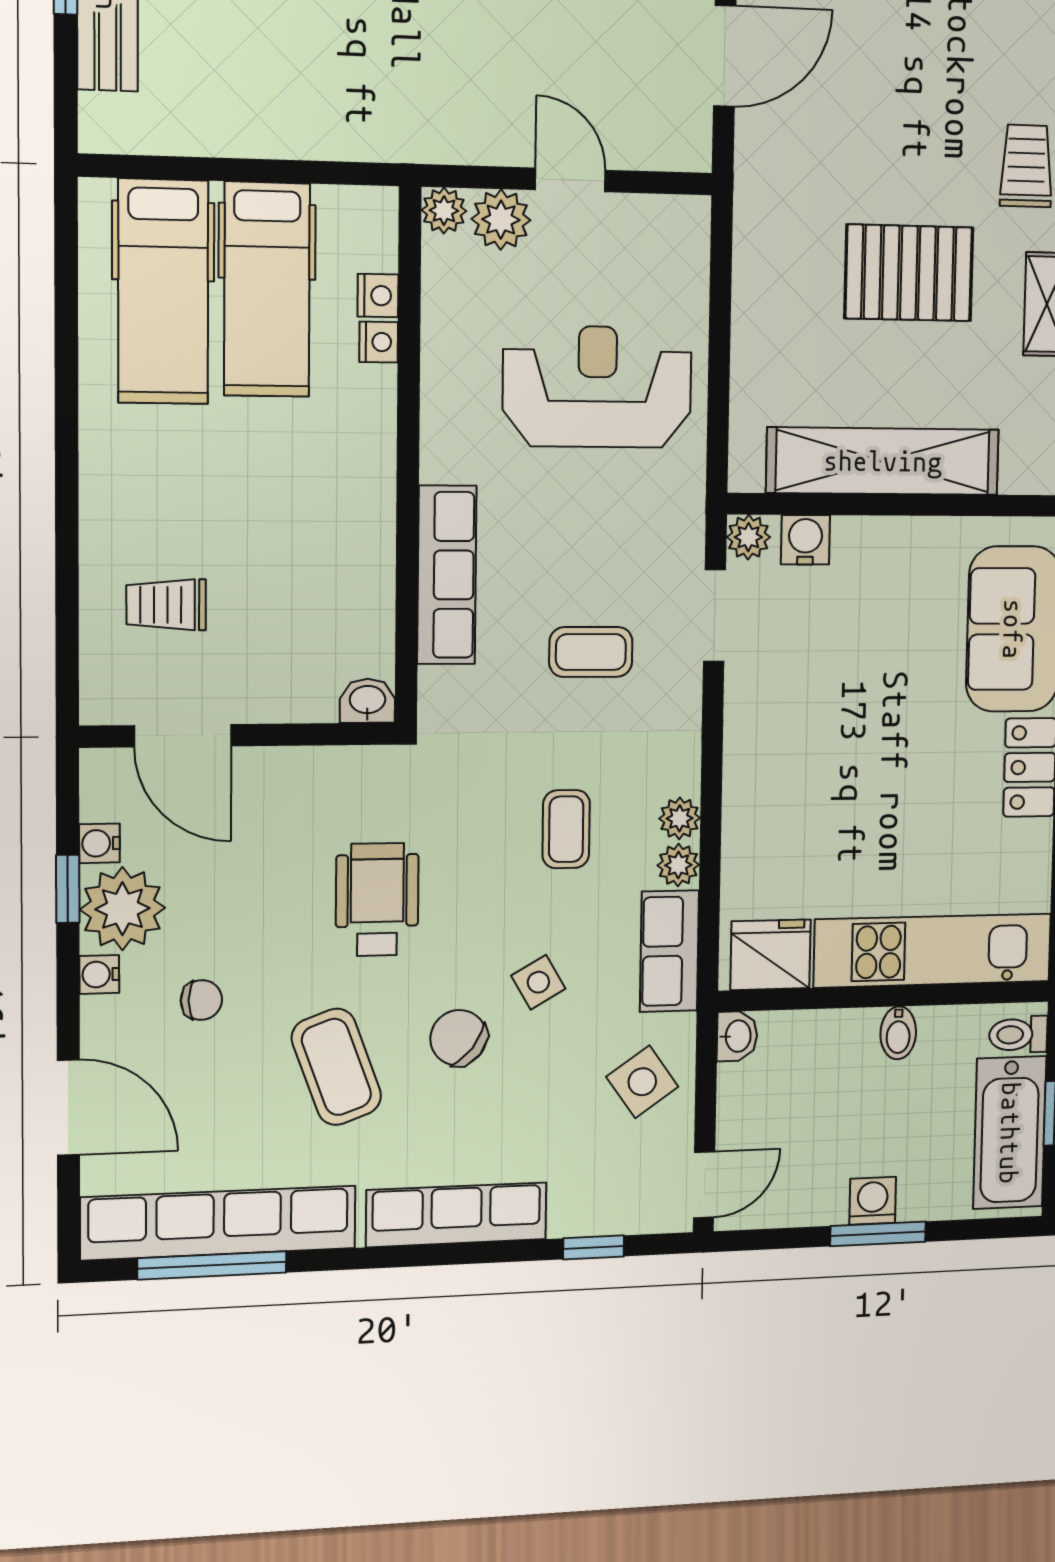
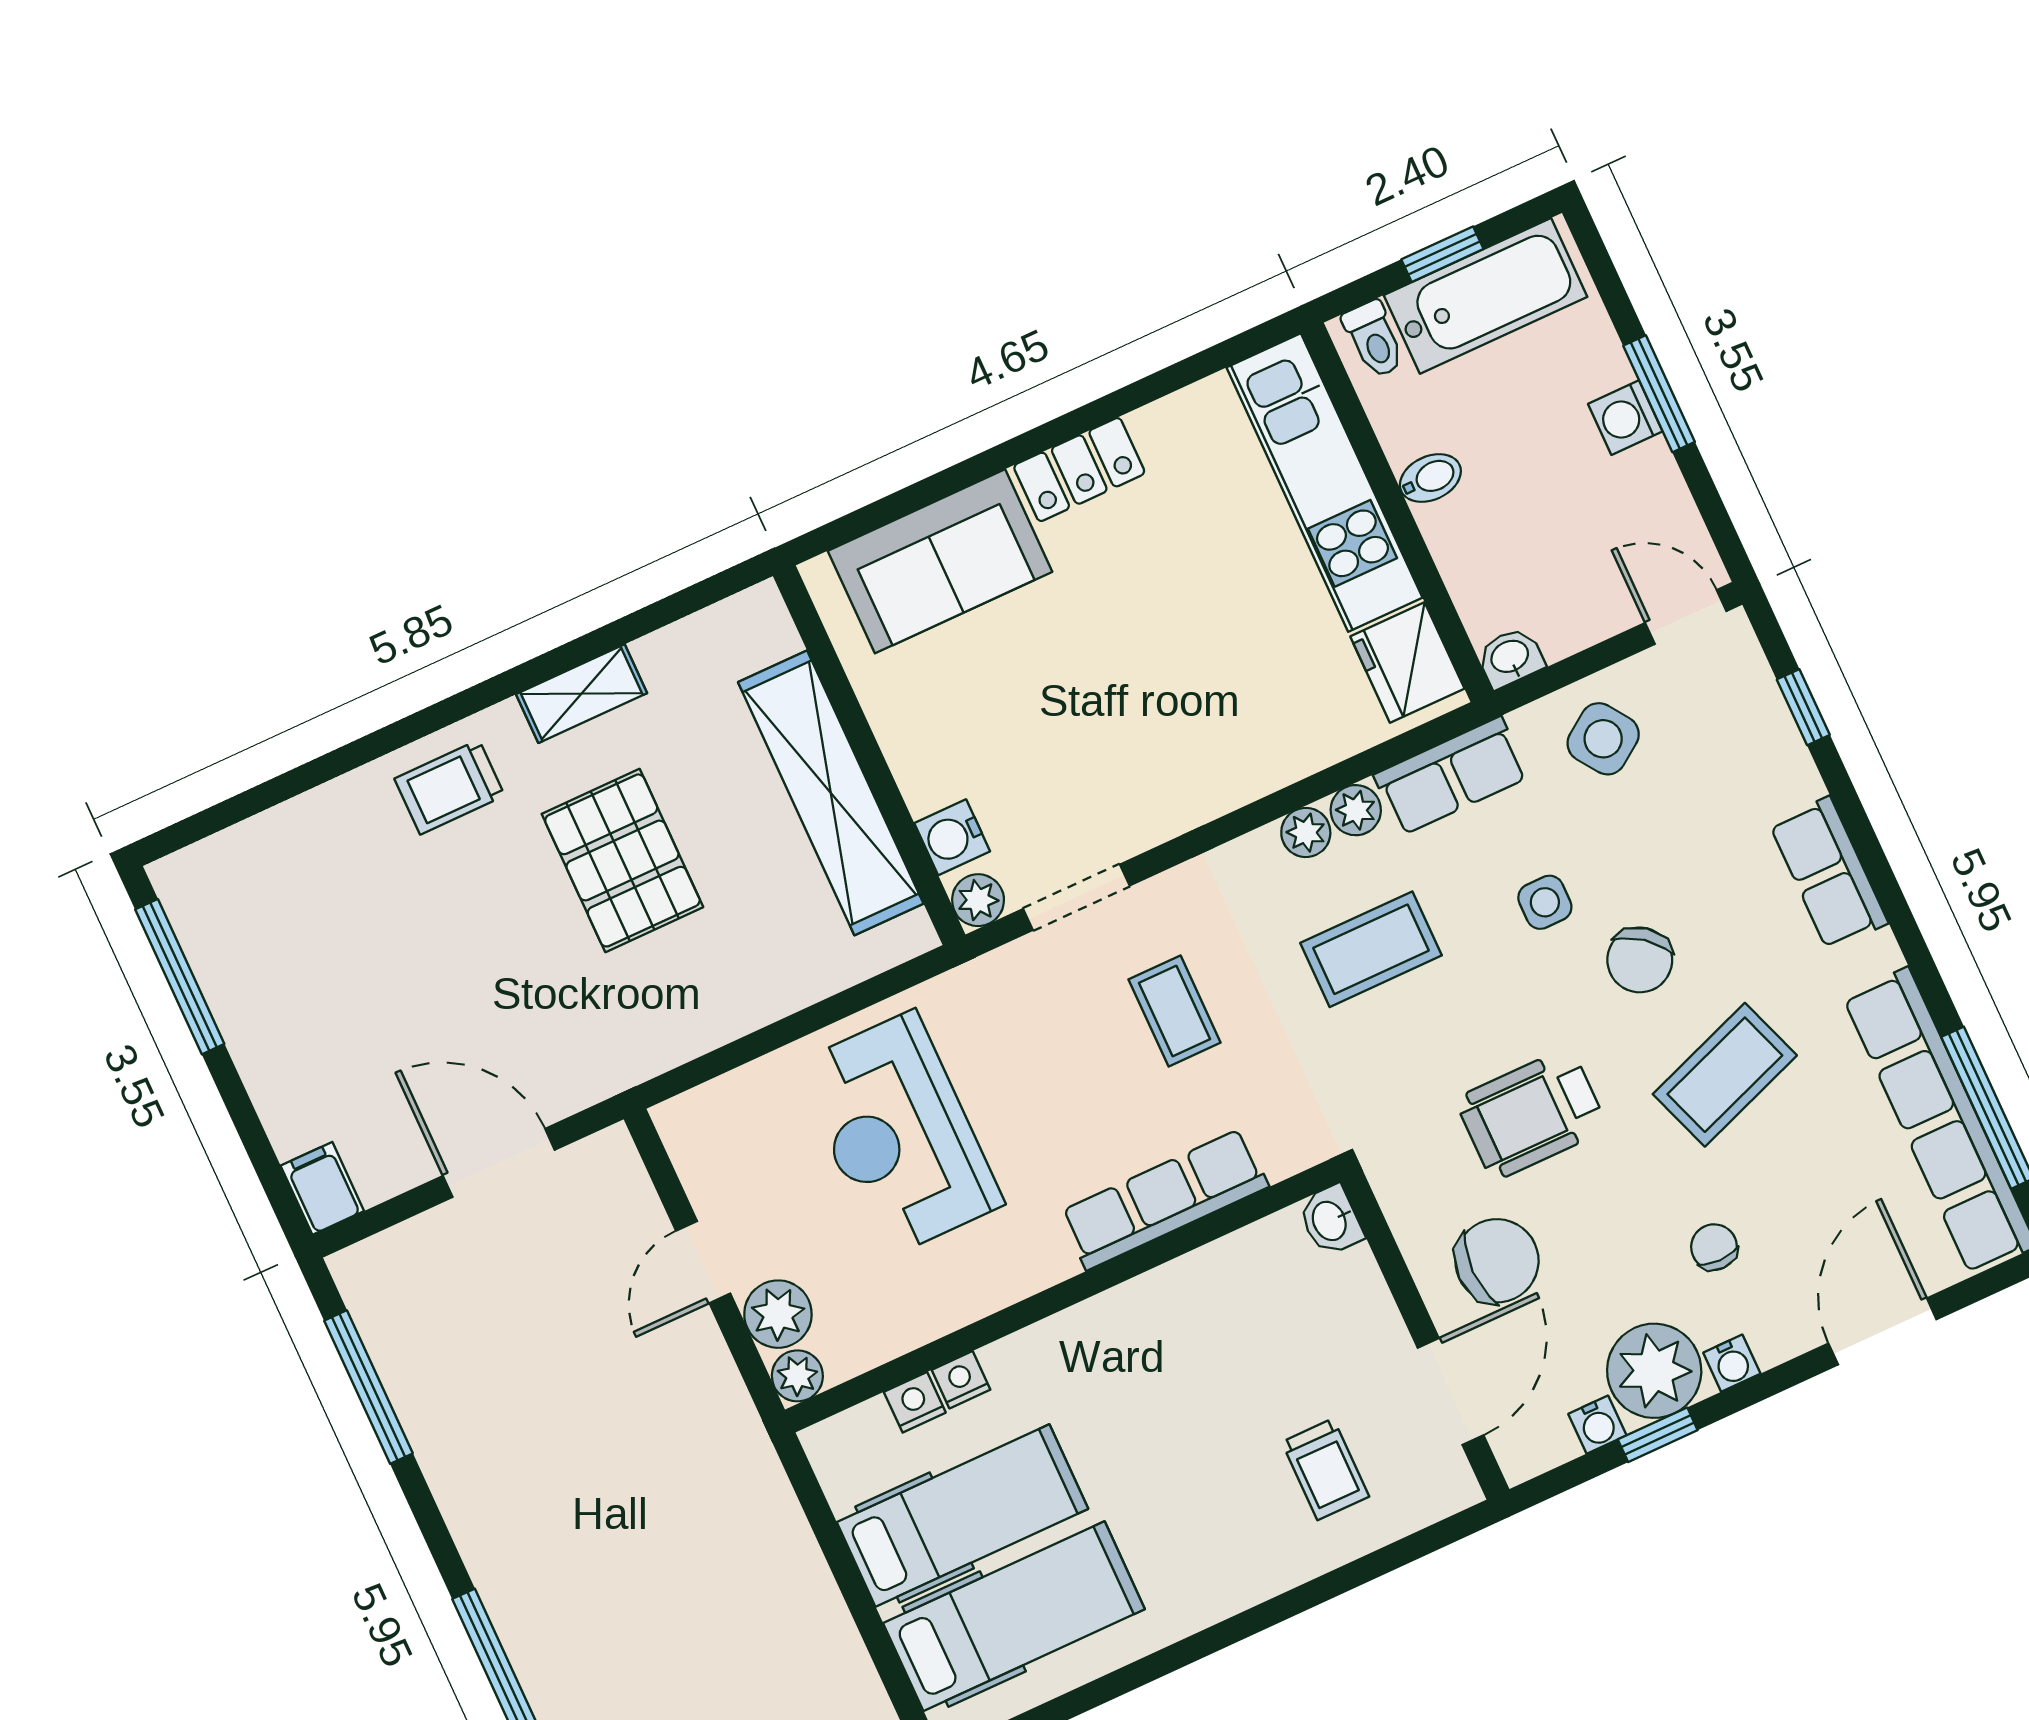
chair: (272, 820) -> (1497, 1261), added
coffee table: (566, 829) -> (1371, 949), width x1.36, depth x1.30
side table: (538, 982) -> (1545, 902), turned 30
row of seats: (456, 1215) -> (1829, 873), width x0.68

